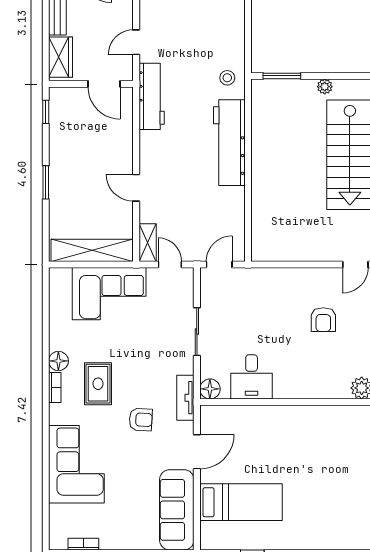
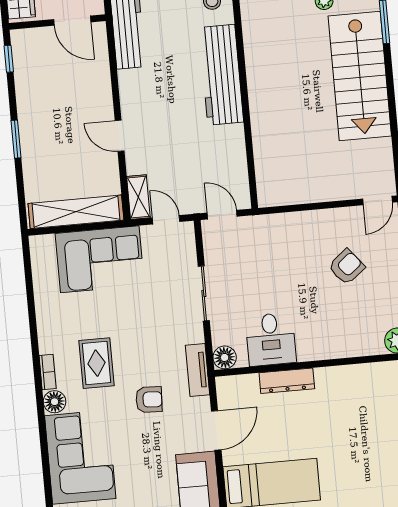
door: (219, 264) -> (222, 215), hinge flipped
armchair: (323, 320) -> (347, 267), turned -129
floor lamp: (58, 361) -> (55, 402), moved
dresser: (262, 414) -> (287, 381), added

